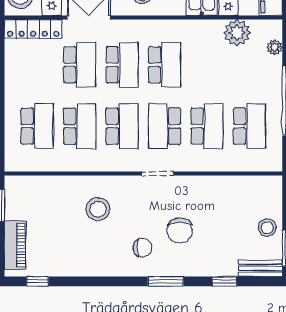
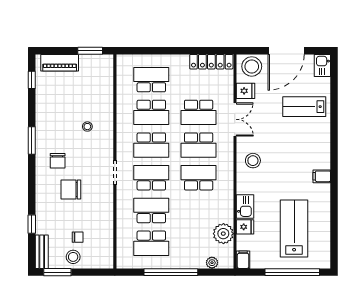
locker: (33, 29) -> (211, 62), moved, turned -90
school desk: (165, 65) -> (199, 178), turned 180
school desk: (37, 126) -> (151, 80), turned 180
school desk: (207, 126) -> (151, 211), turned 180
stool: (98, 209) -> (87, 127), width x0.53, depth x0.53
chair: (242, 222) -> (78, 237), added
window: (166, 281) -> (32, 141), moved

